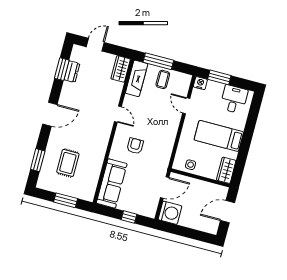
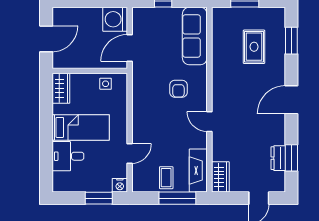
desk: (234, 99) -> (68, 156), moved, turned 90
door: (186, 106) -> (130, 153), hinge flipped

